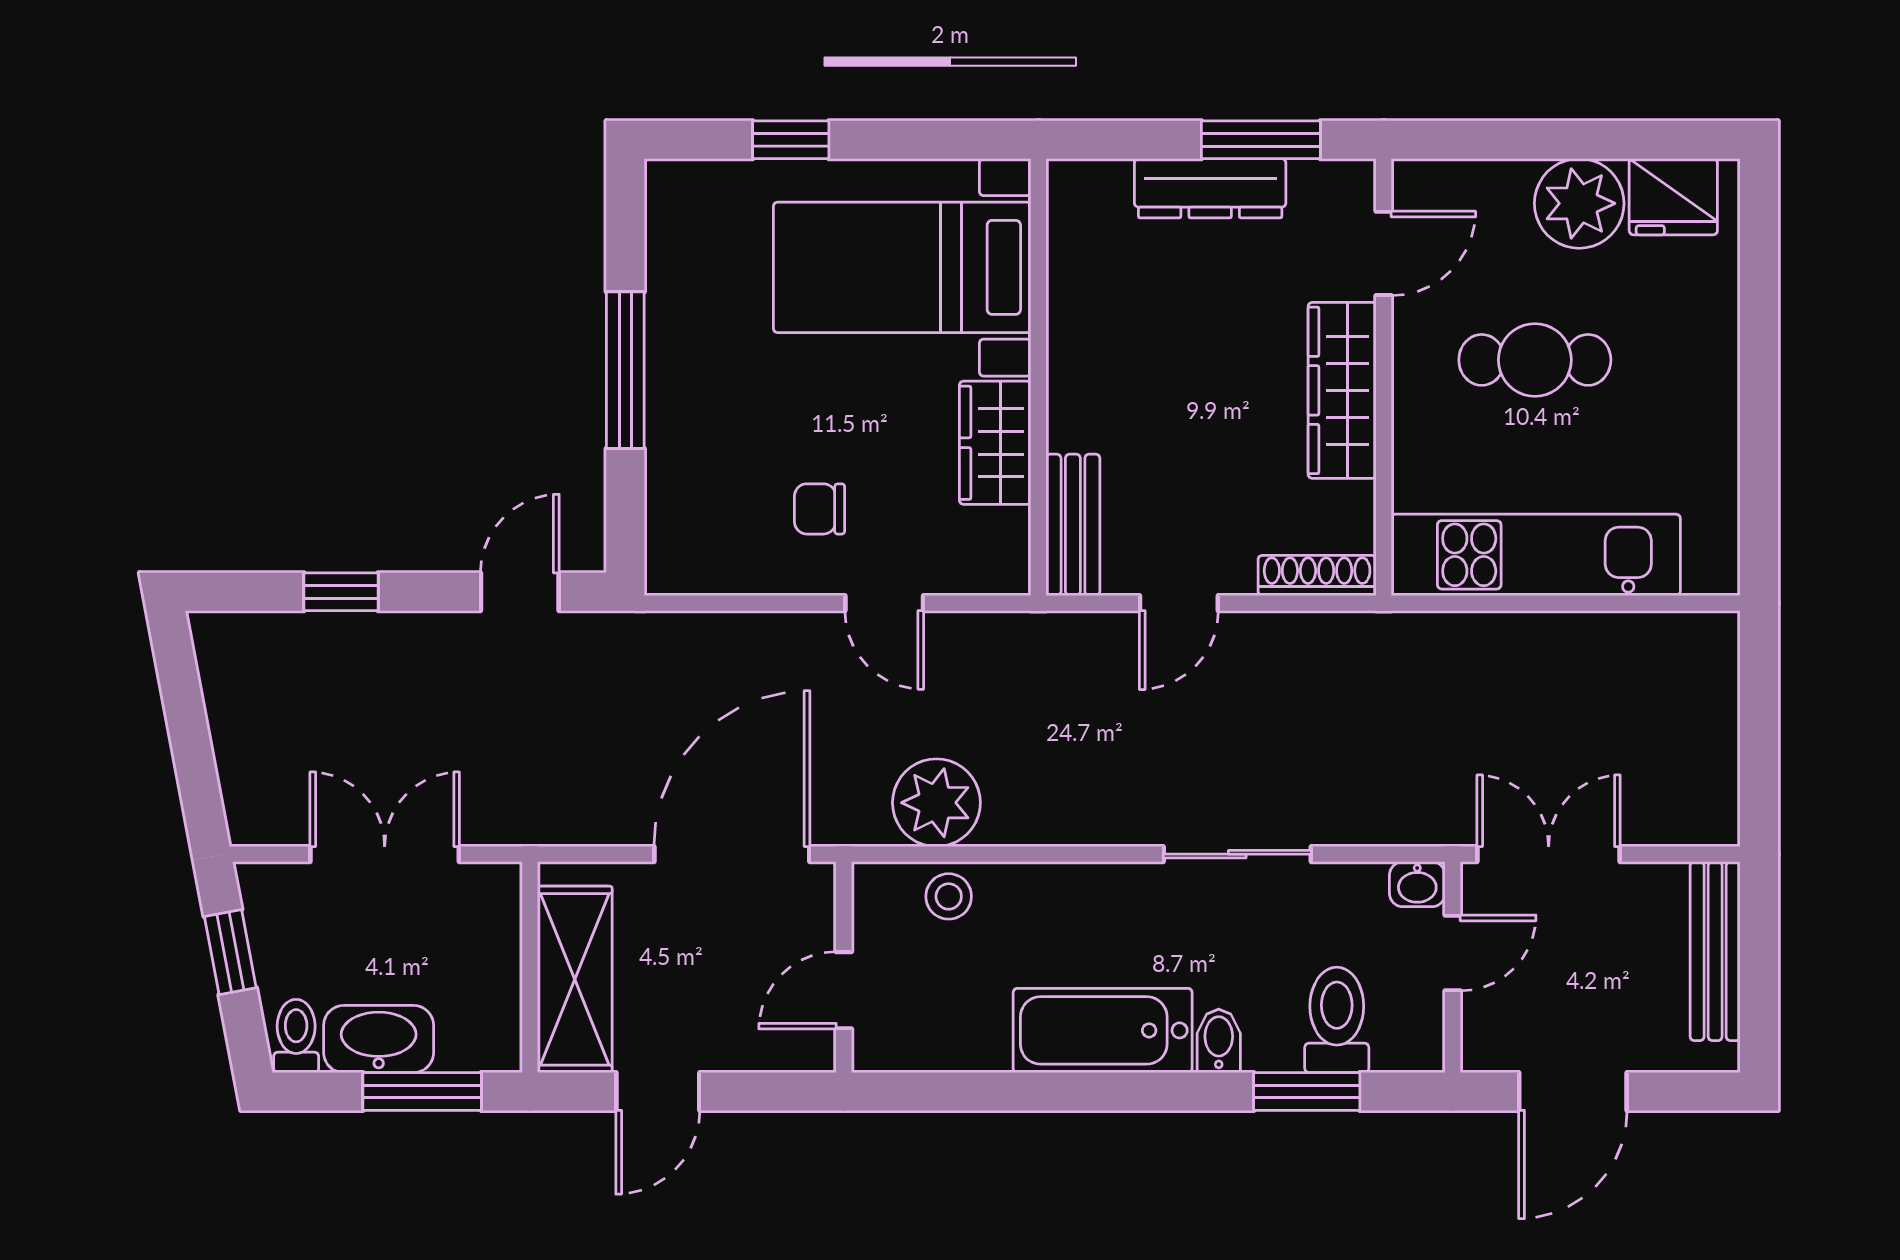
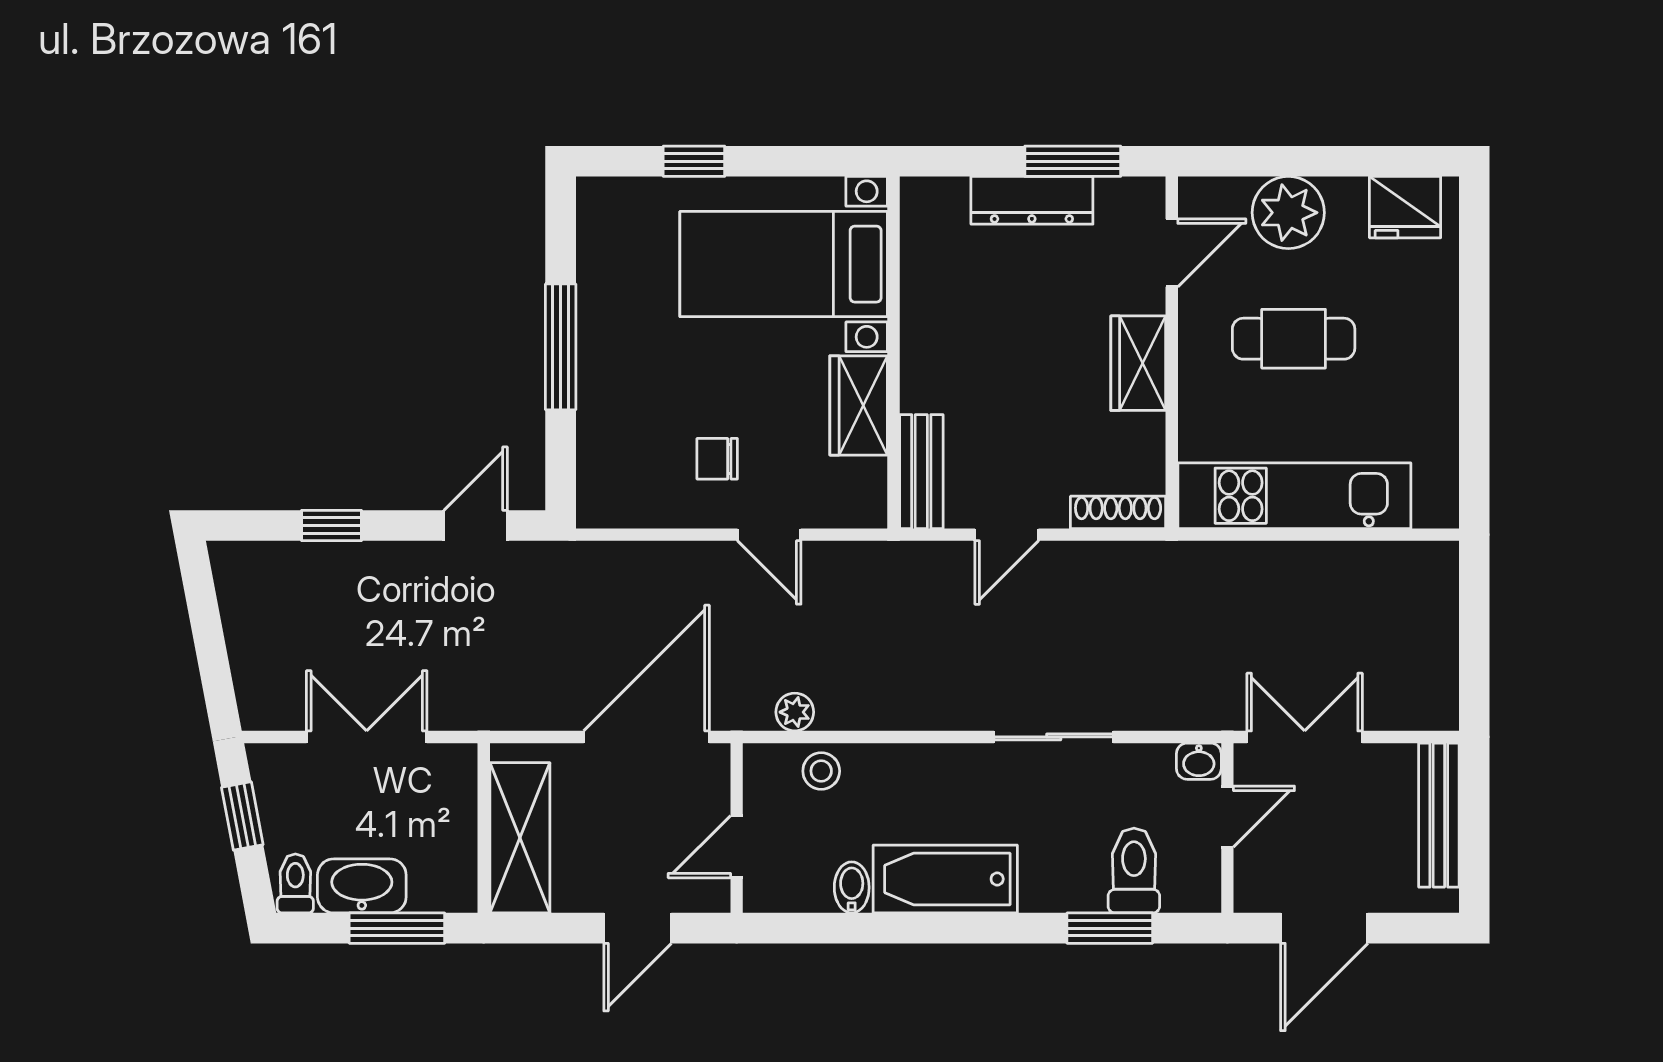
plant: (1579, 203) -> (1288, 213), moved
wardrobe: (1342, 390) -> (1138, 363), width x0.67
plant: (936, 803) -> (795, 712), width x0.53, depth x0.53
bidet: (1219, 1041) -> (852, 887), moved
door: (658, 1091) -> (638, 928), moved

